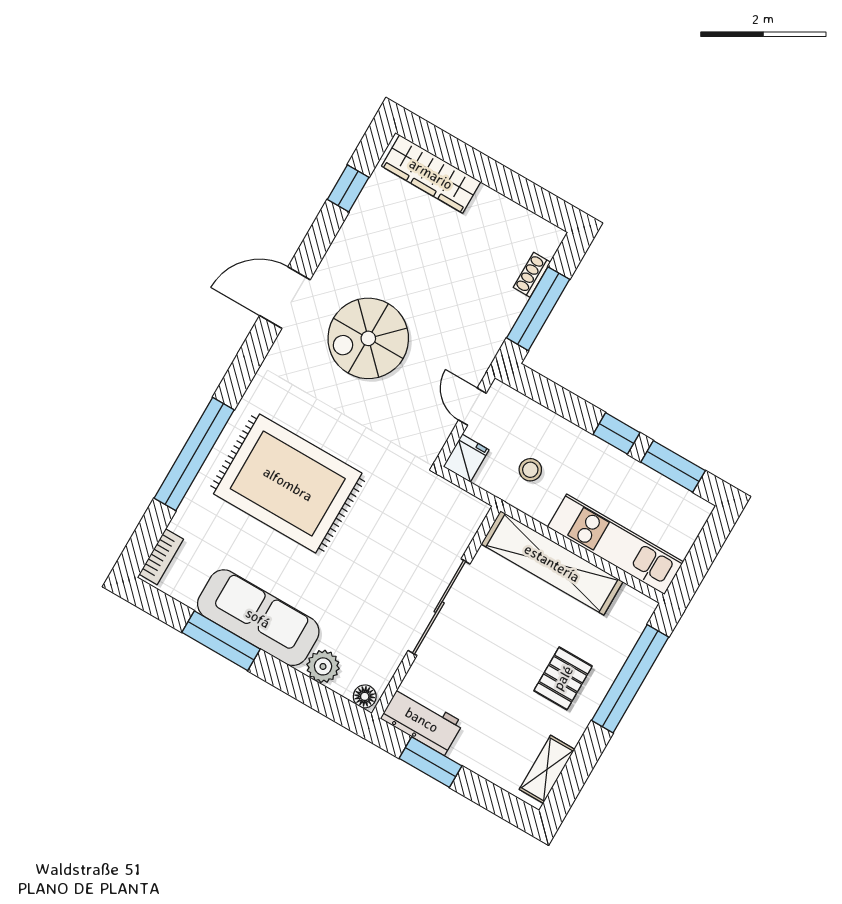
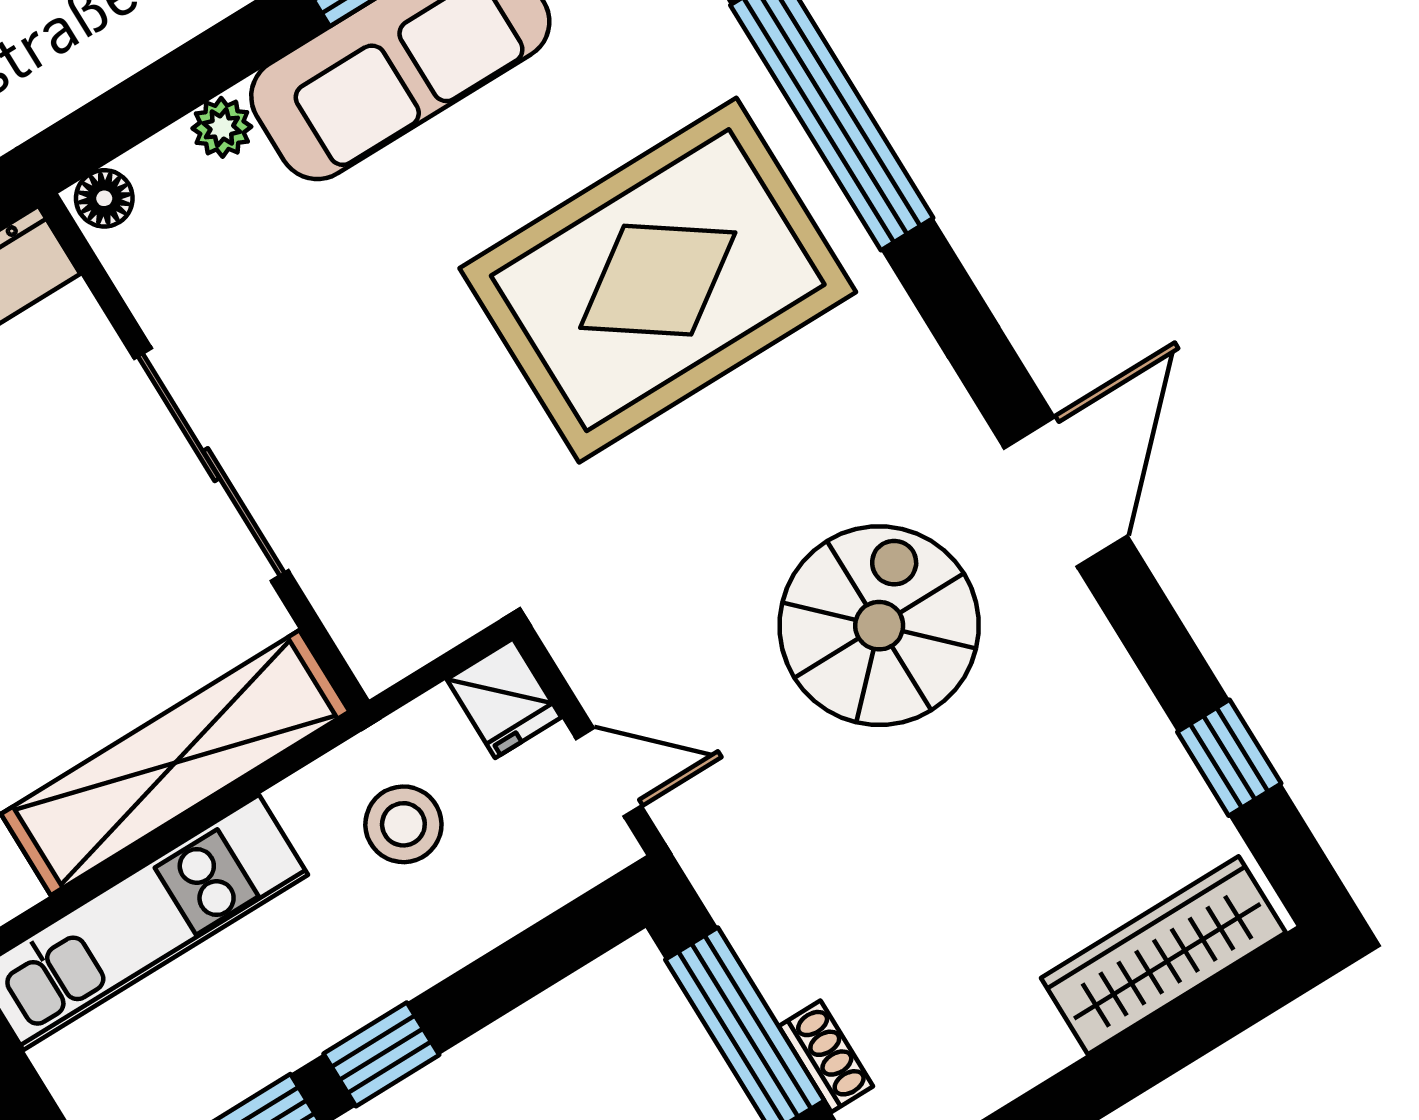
stool: (530, 470) -> (403, 824), width x1.37, depth x1.37
plant: (323, 666) -> (222, 127), width x0.73, depth x0.73

